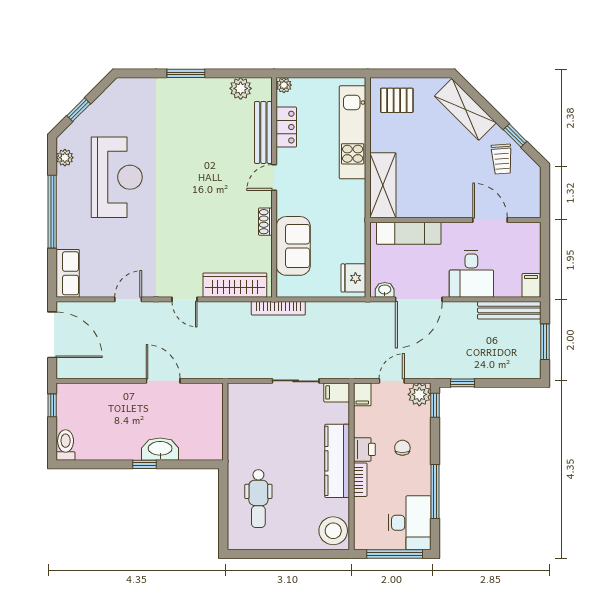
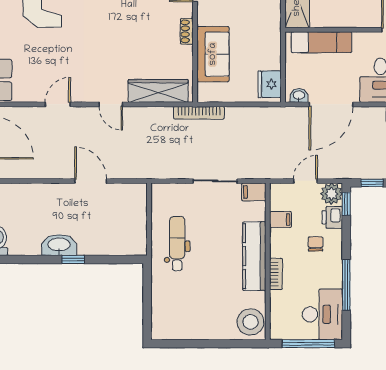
filing cabinet: (362, 394) -> (280, 220), moved, turned -90
washbasin: (160, 449) -> (59, 245), moved
printer: (364, 449) -> (332, 217), moved, turned 180
dental chair: (258, 499) -> (177, 244), moved, turned 180

